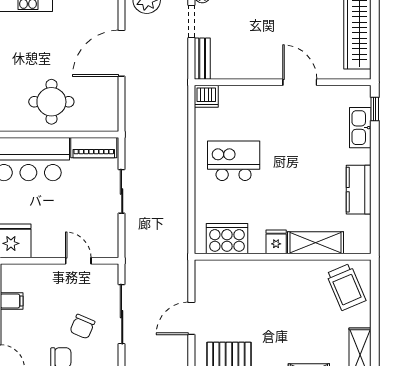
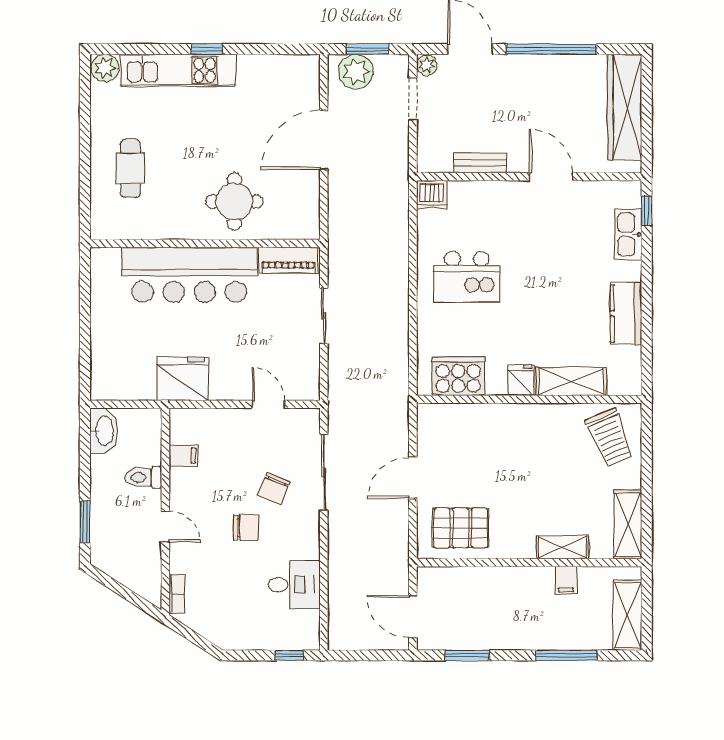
bench: (202, 59) -> (480, 163), moved, turned 90
kitchen island: (234, 161) -> (467, 277), turned 180

